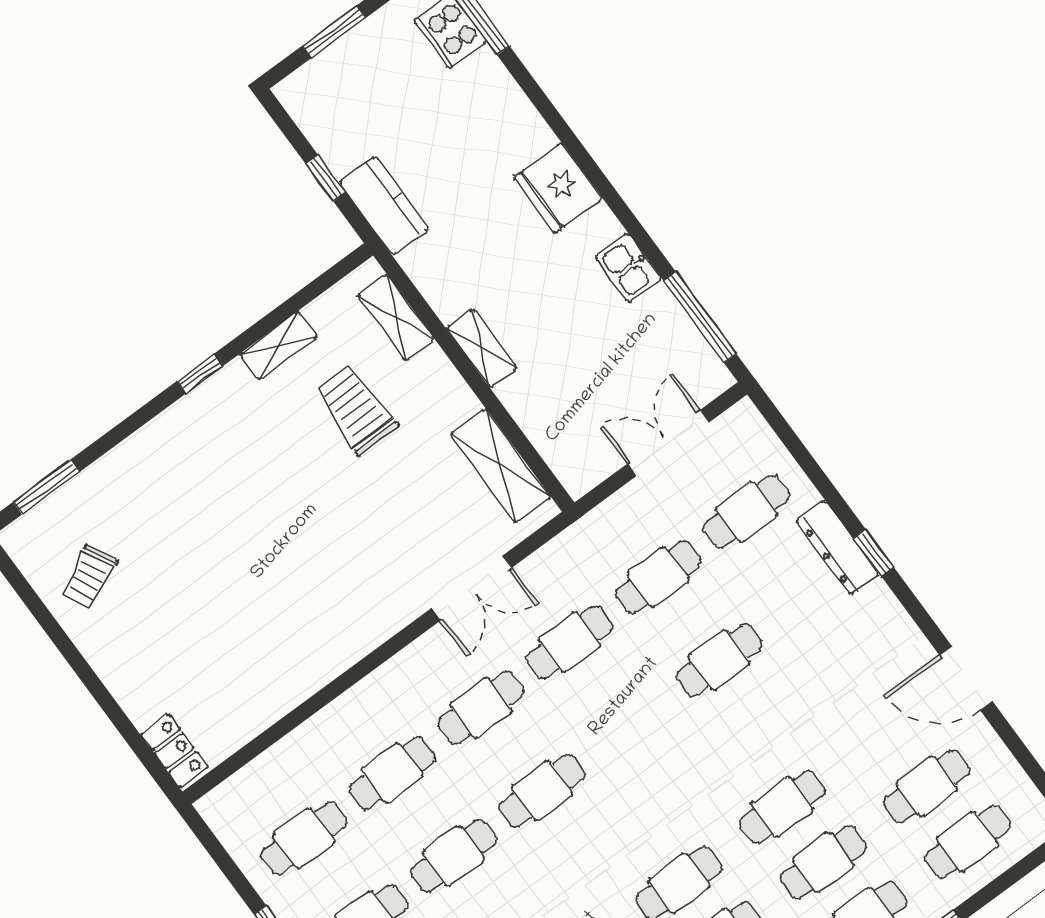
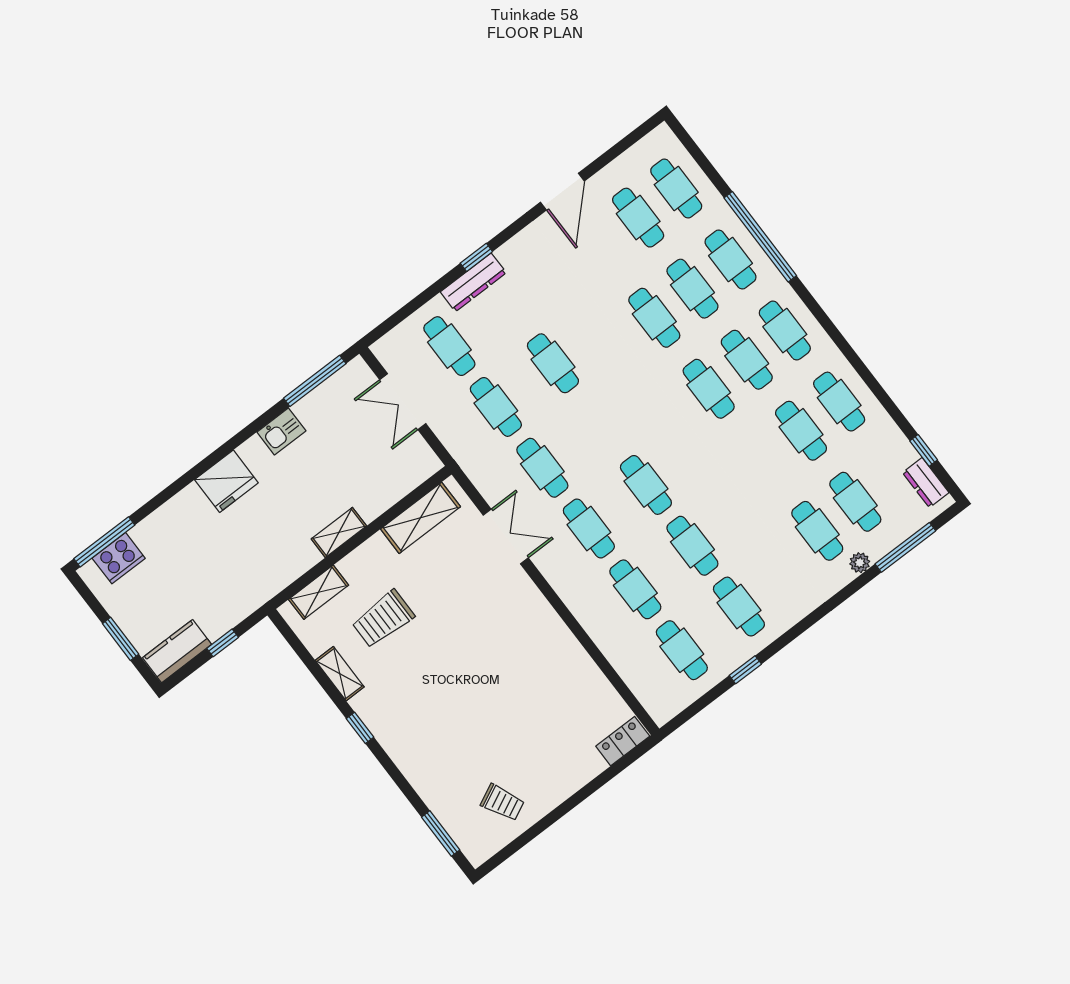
kitchen counter: (384, 206) -> (177, 651), moved

